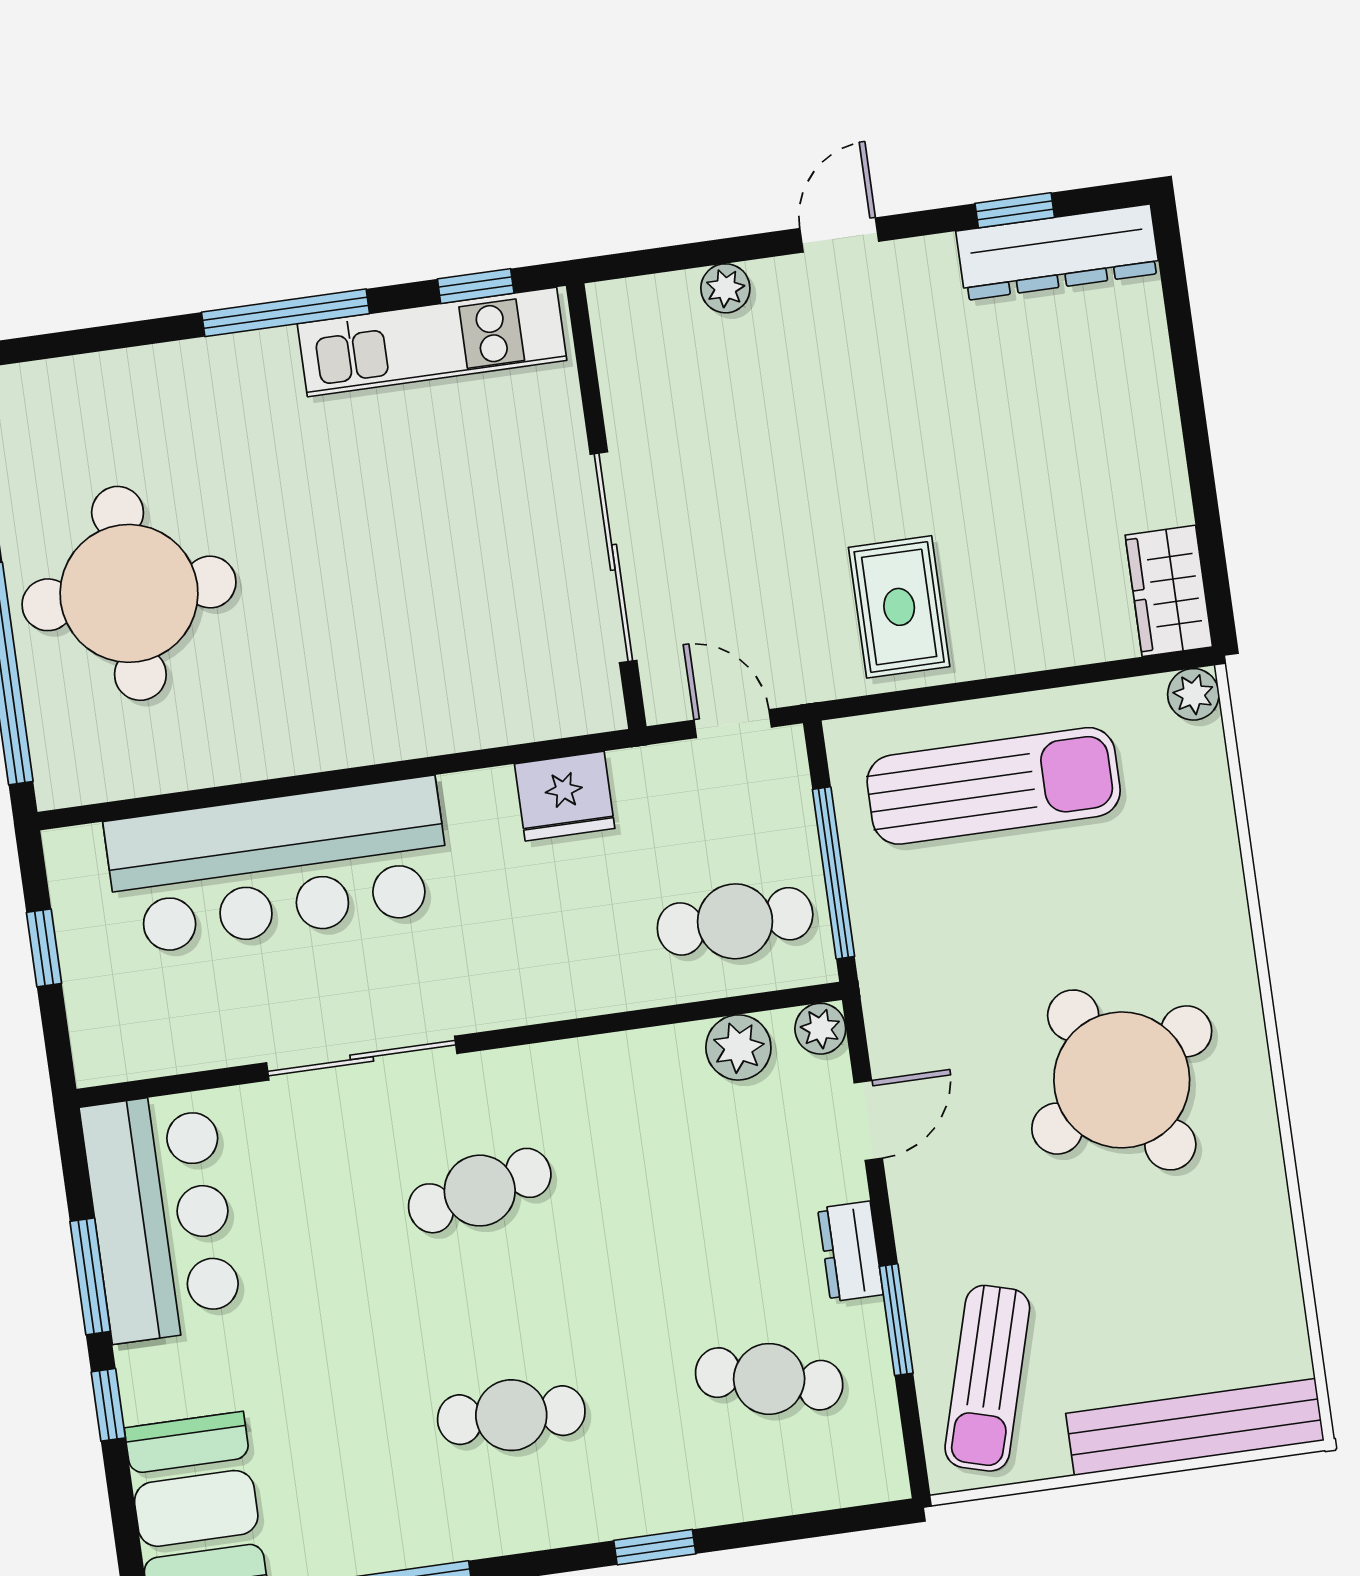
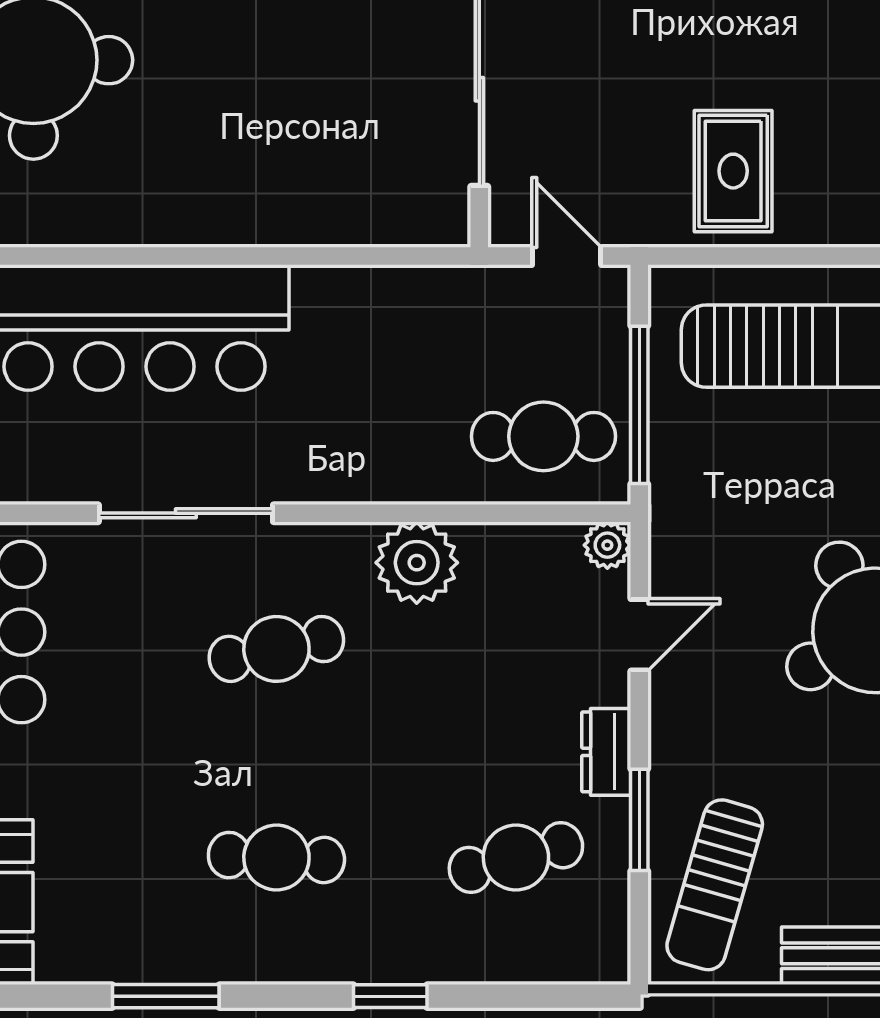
fridge: (565, 796) -> (404, 301), removed
plant: (738, 1047) -> (417, 563), moved, width x1.36, depth x1.36
cafe table: (769, 1379) -> (516, 858), turned -30

